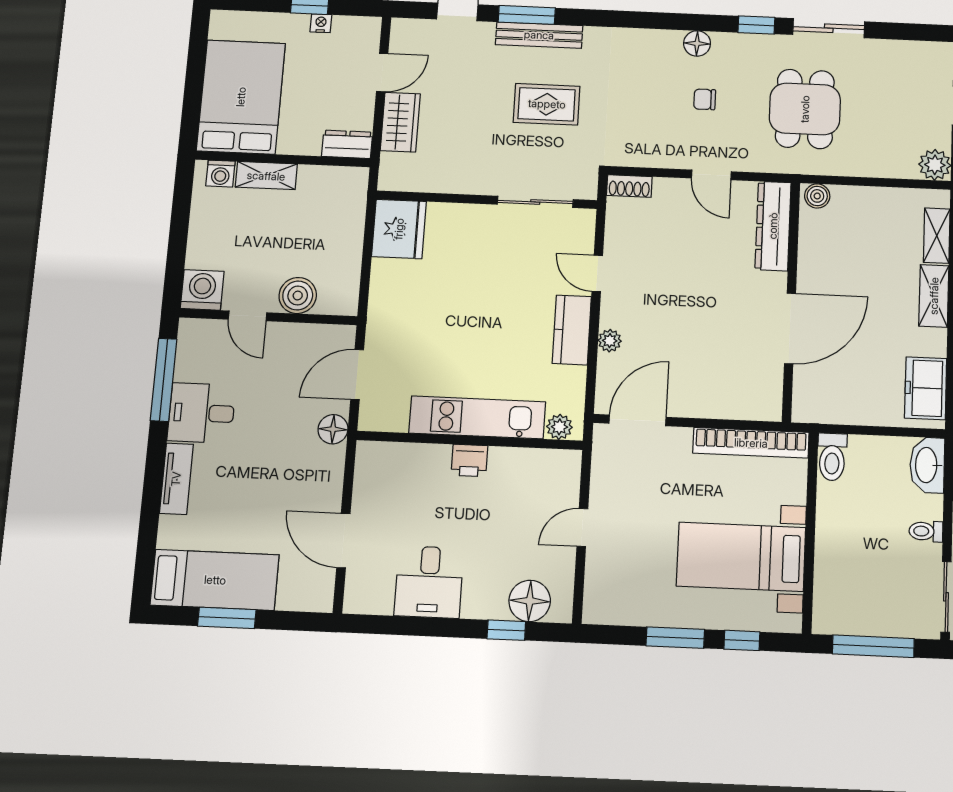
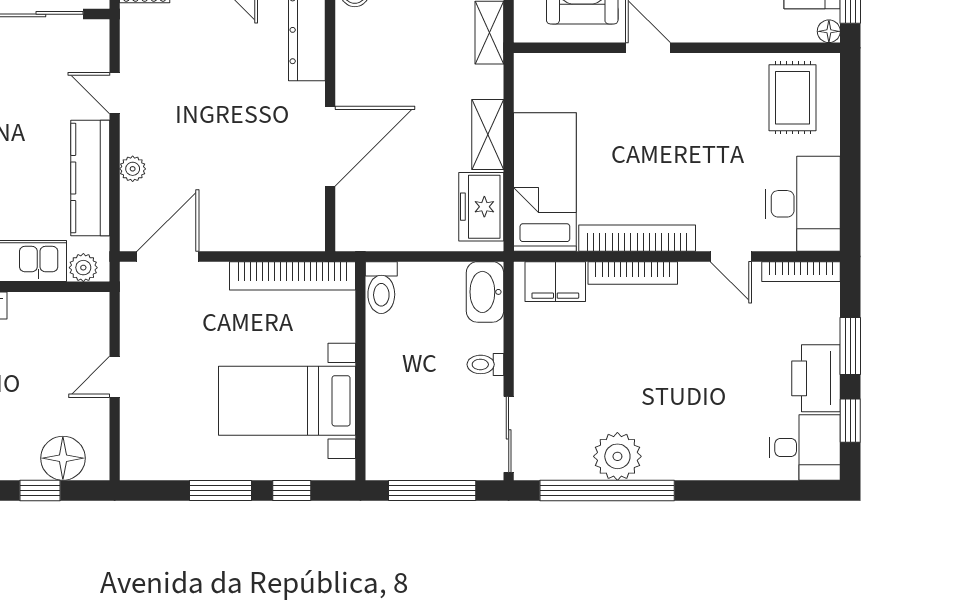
shelving: (934, 296) -> (488, 134), moved
kitchen counter: (572, 330) -> (90, 178), width x1.50

